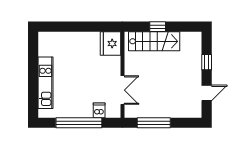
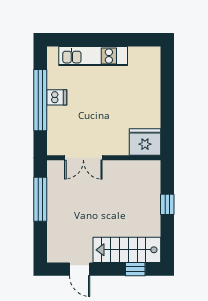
stairs: (154, 41) -> (127, 250), moved, turned 90
window: (207, 62) -> (135, 269), moved
dishwasher: (99, 110) -> (57, 97), moved

